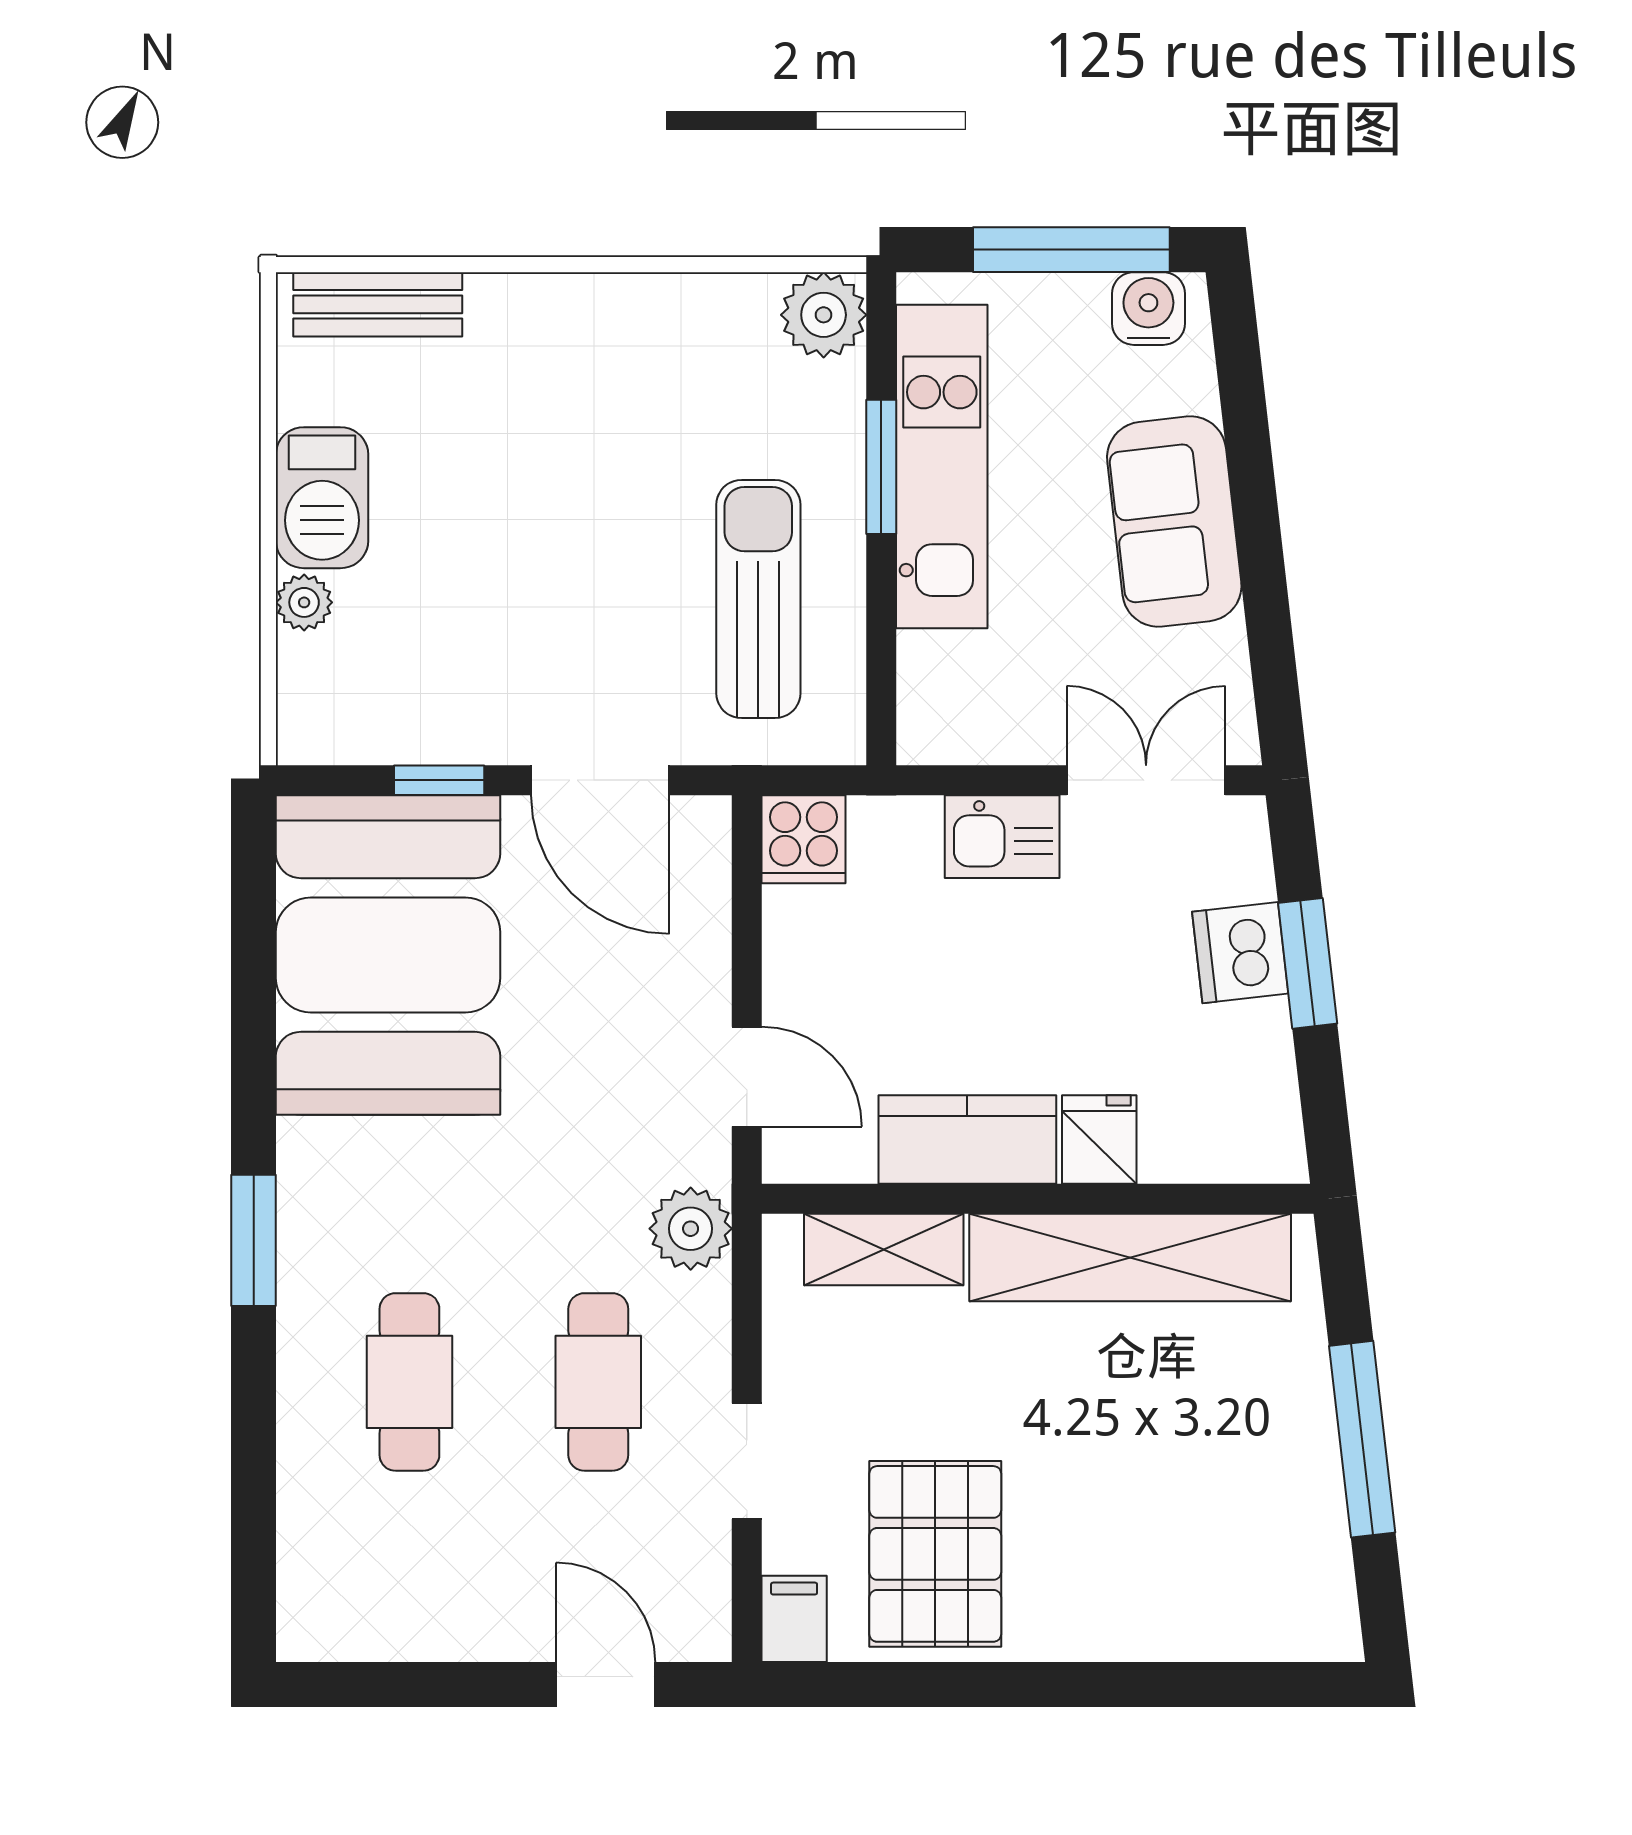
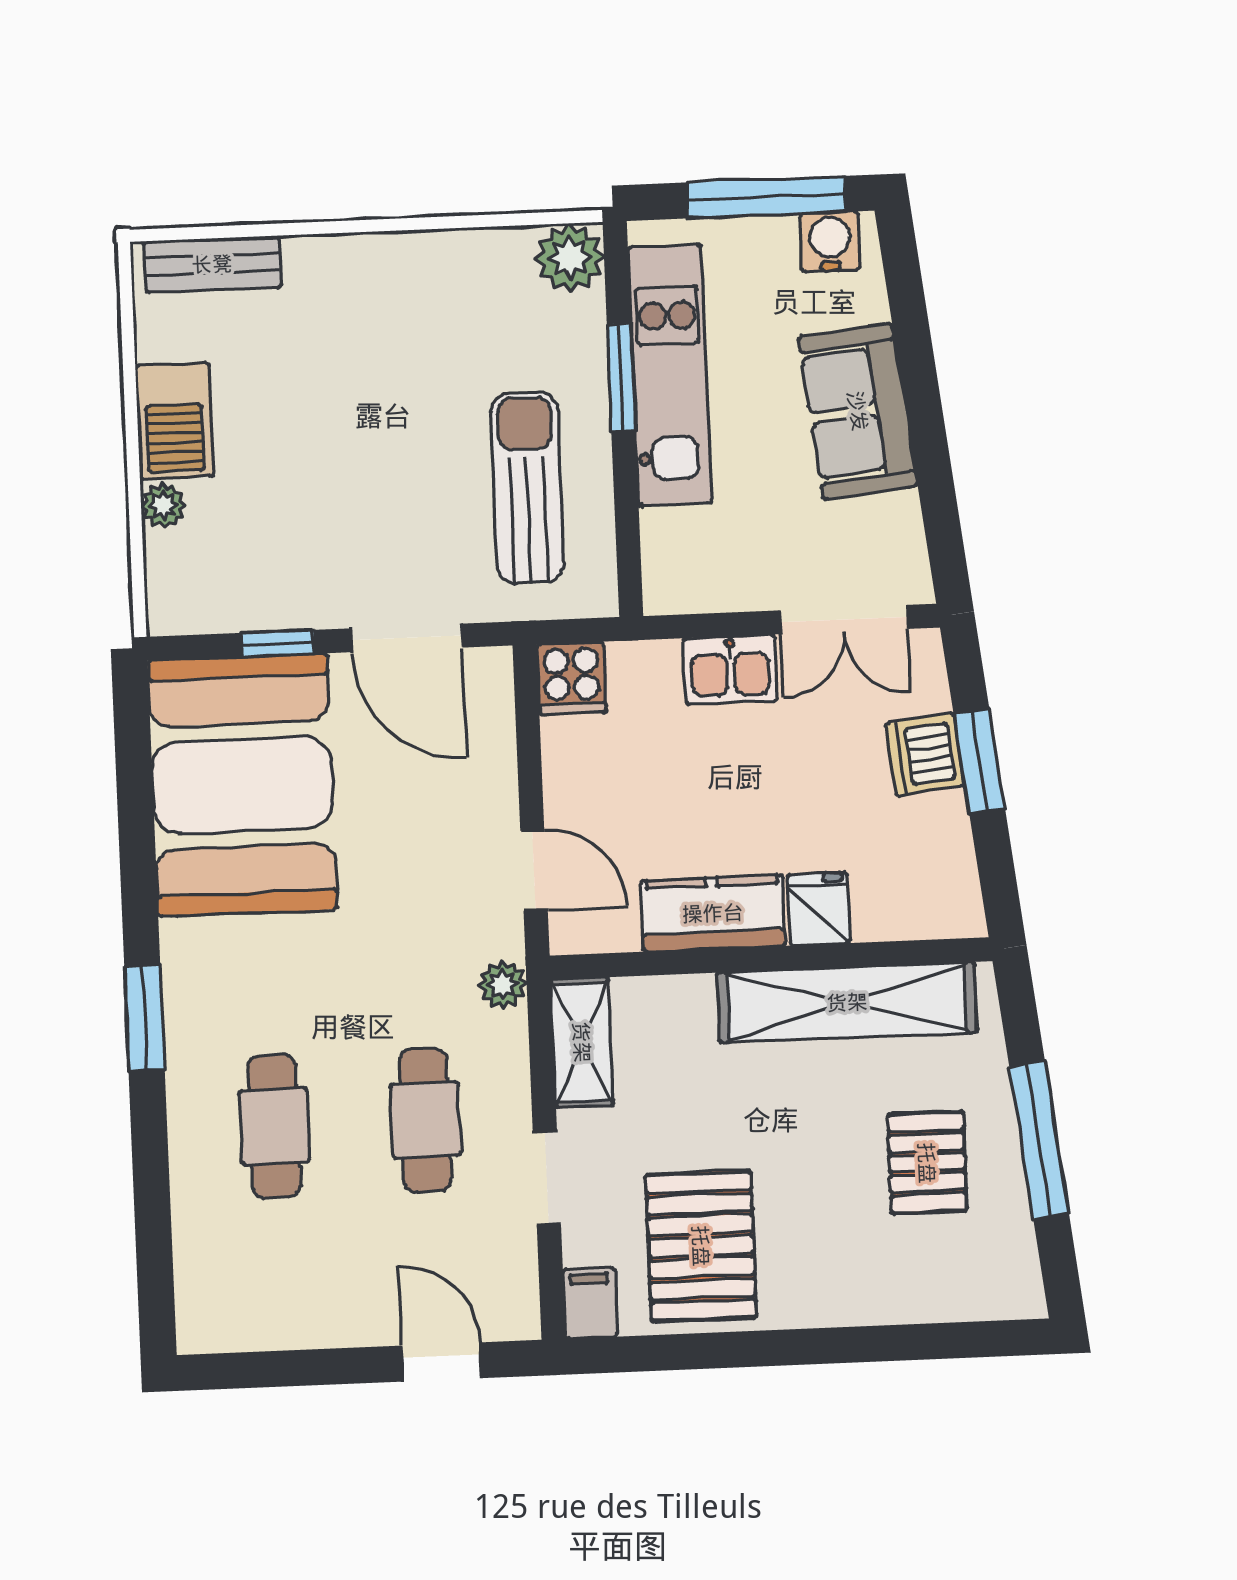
double door: (1146, 780) -> (844, 620), swing flipped
plant: (691, 1229) -> (503, 985), width x0.73, depth x0.73
shelving: (884, 1250) -> (582, 1042), moved, turned 90
pallet: (1222, 1461) -> (927, 1163), added

